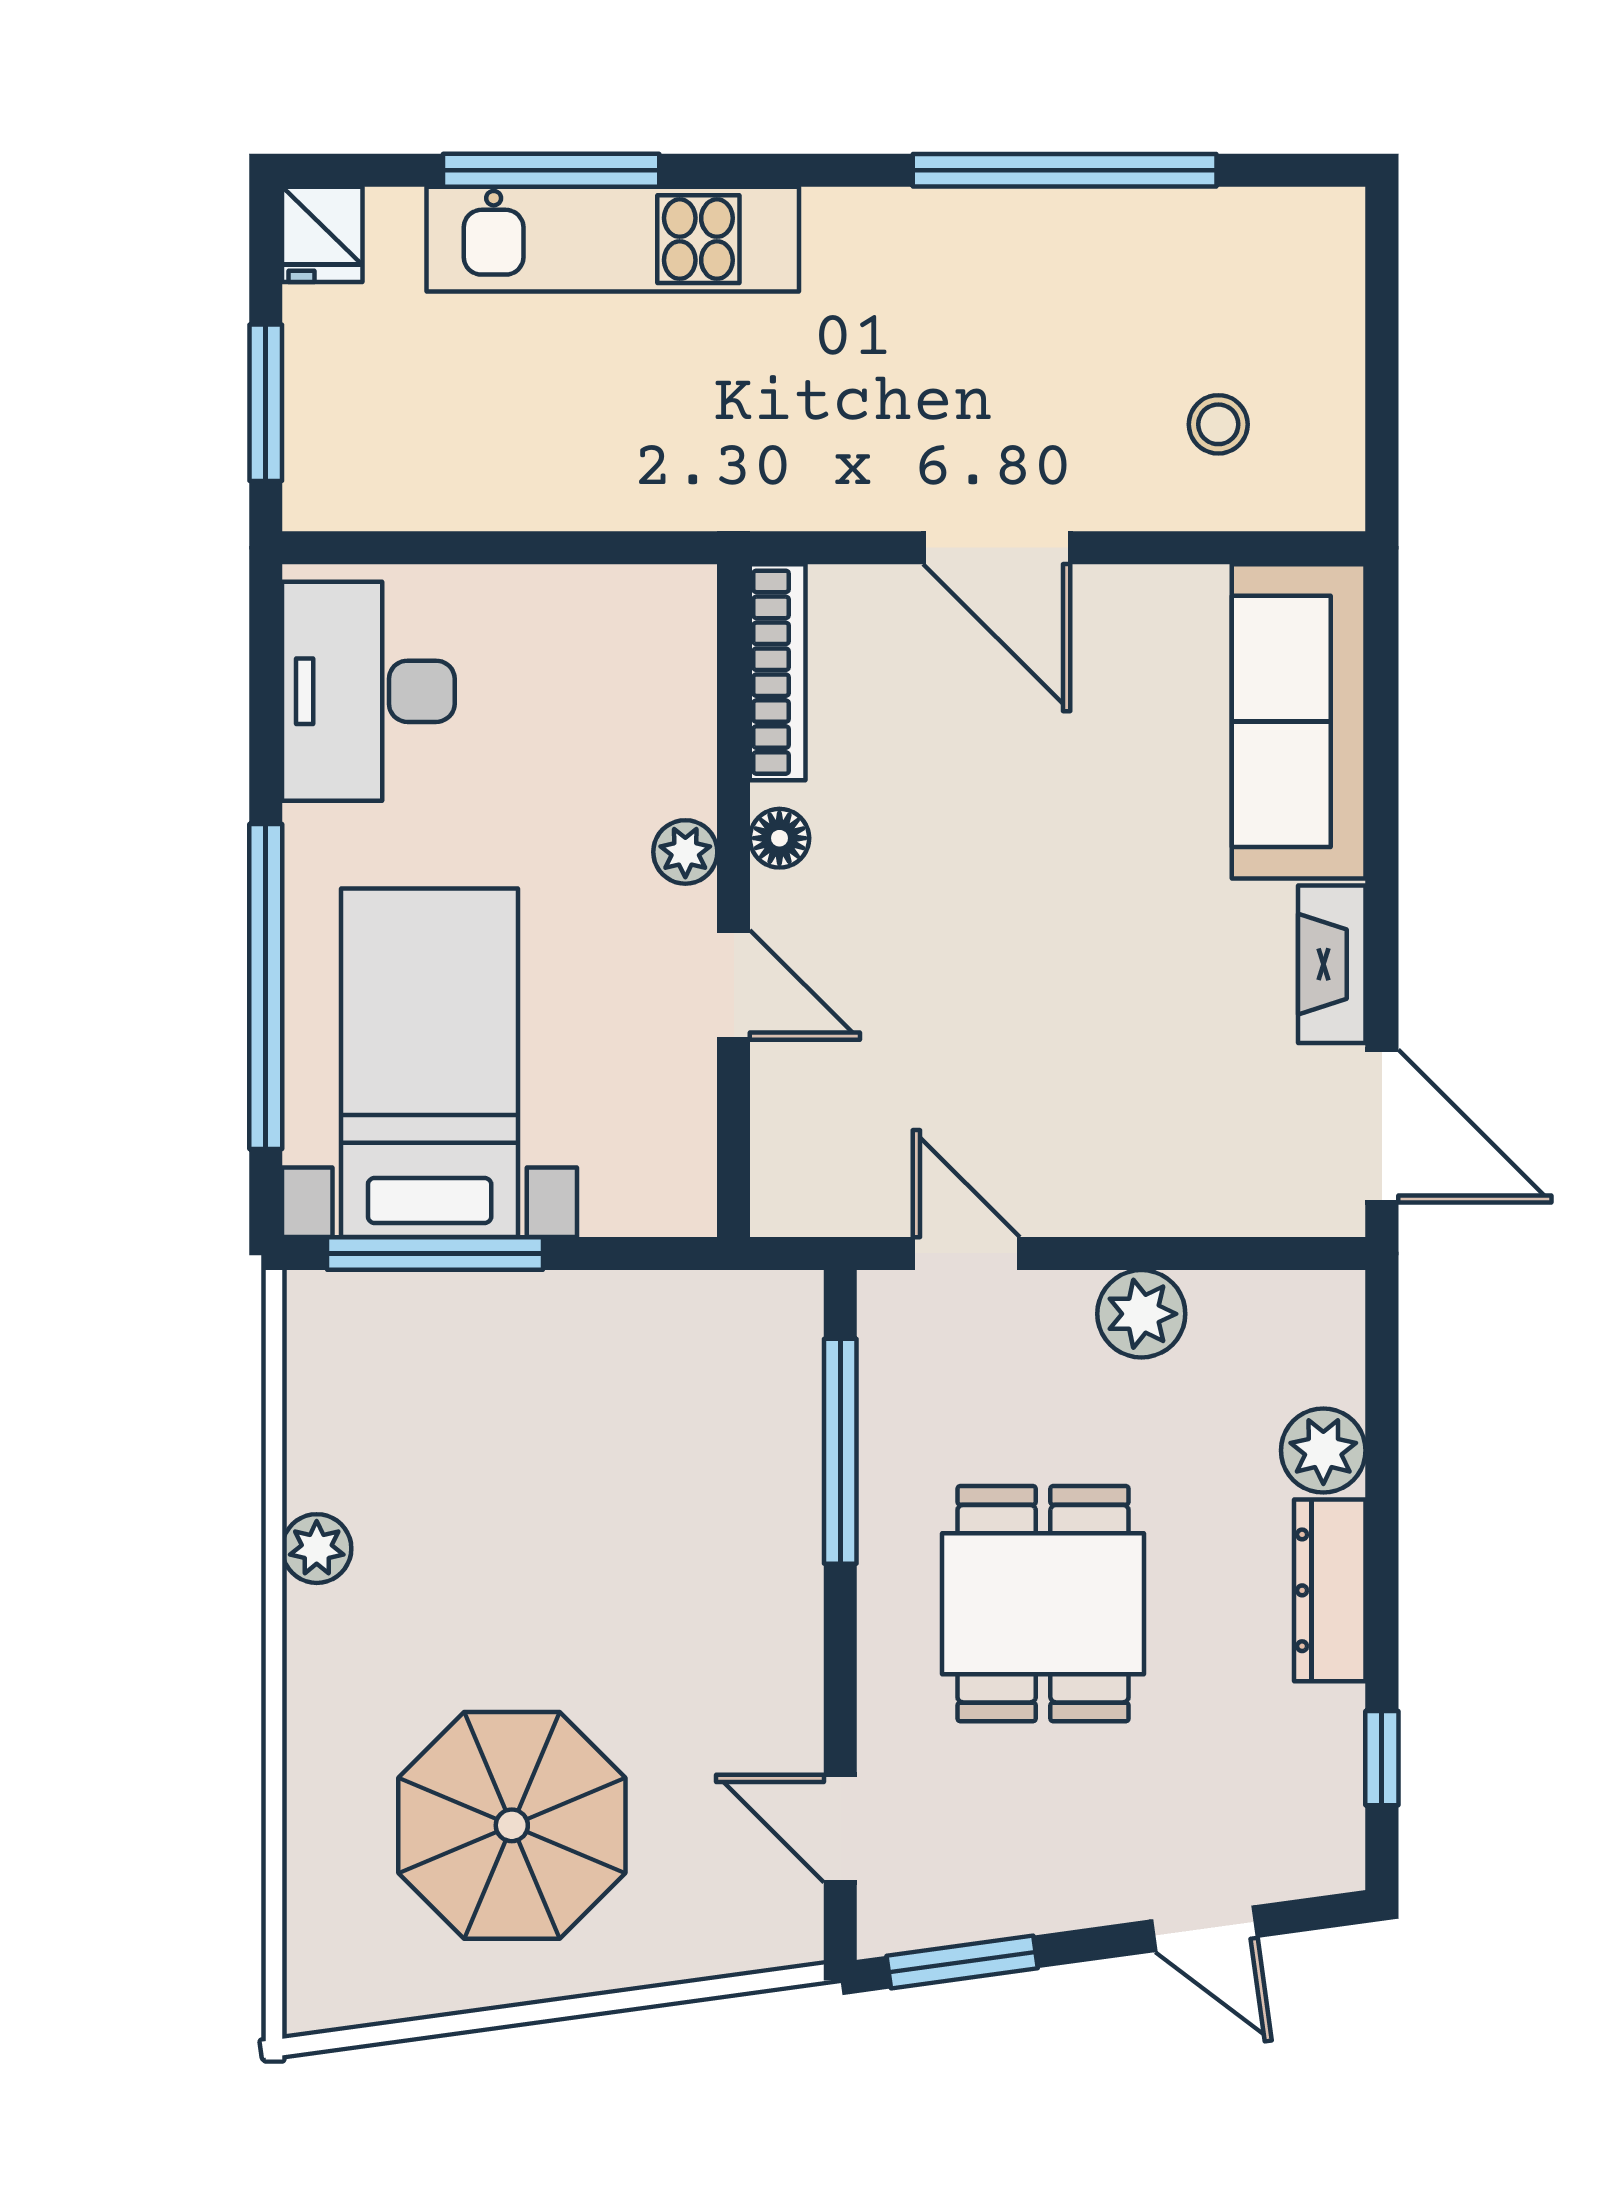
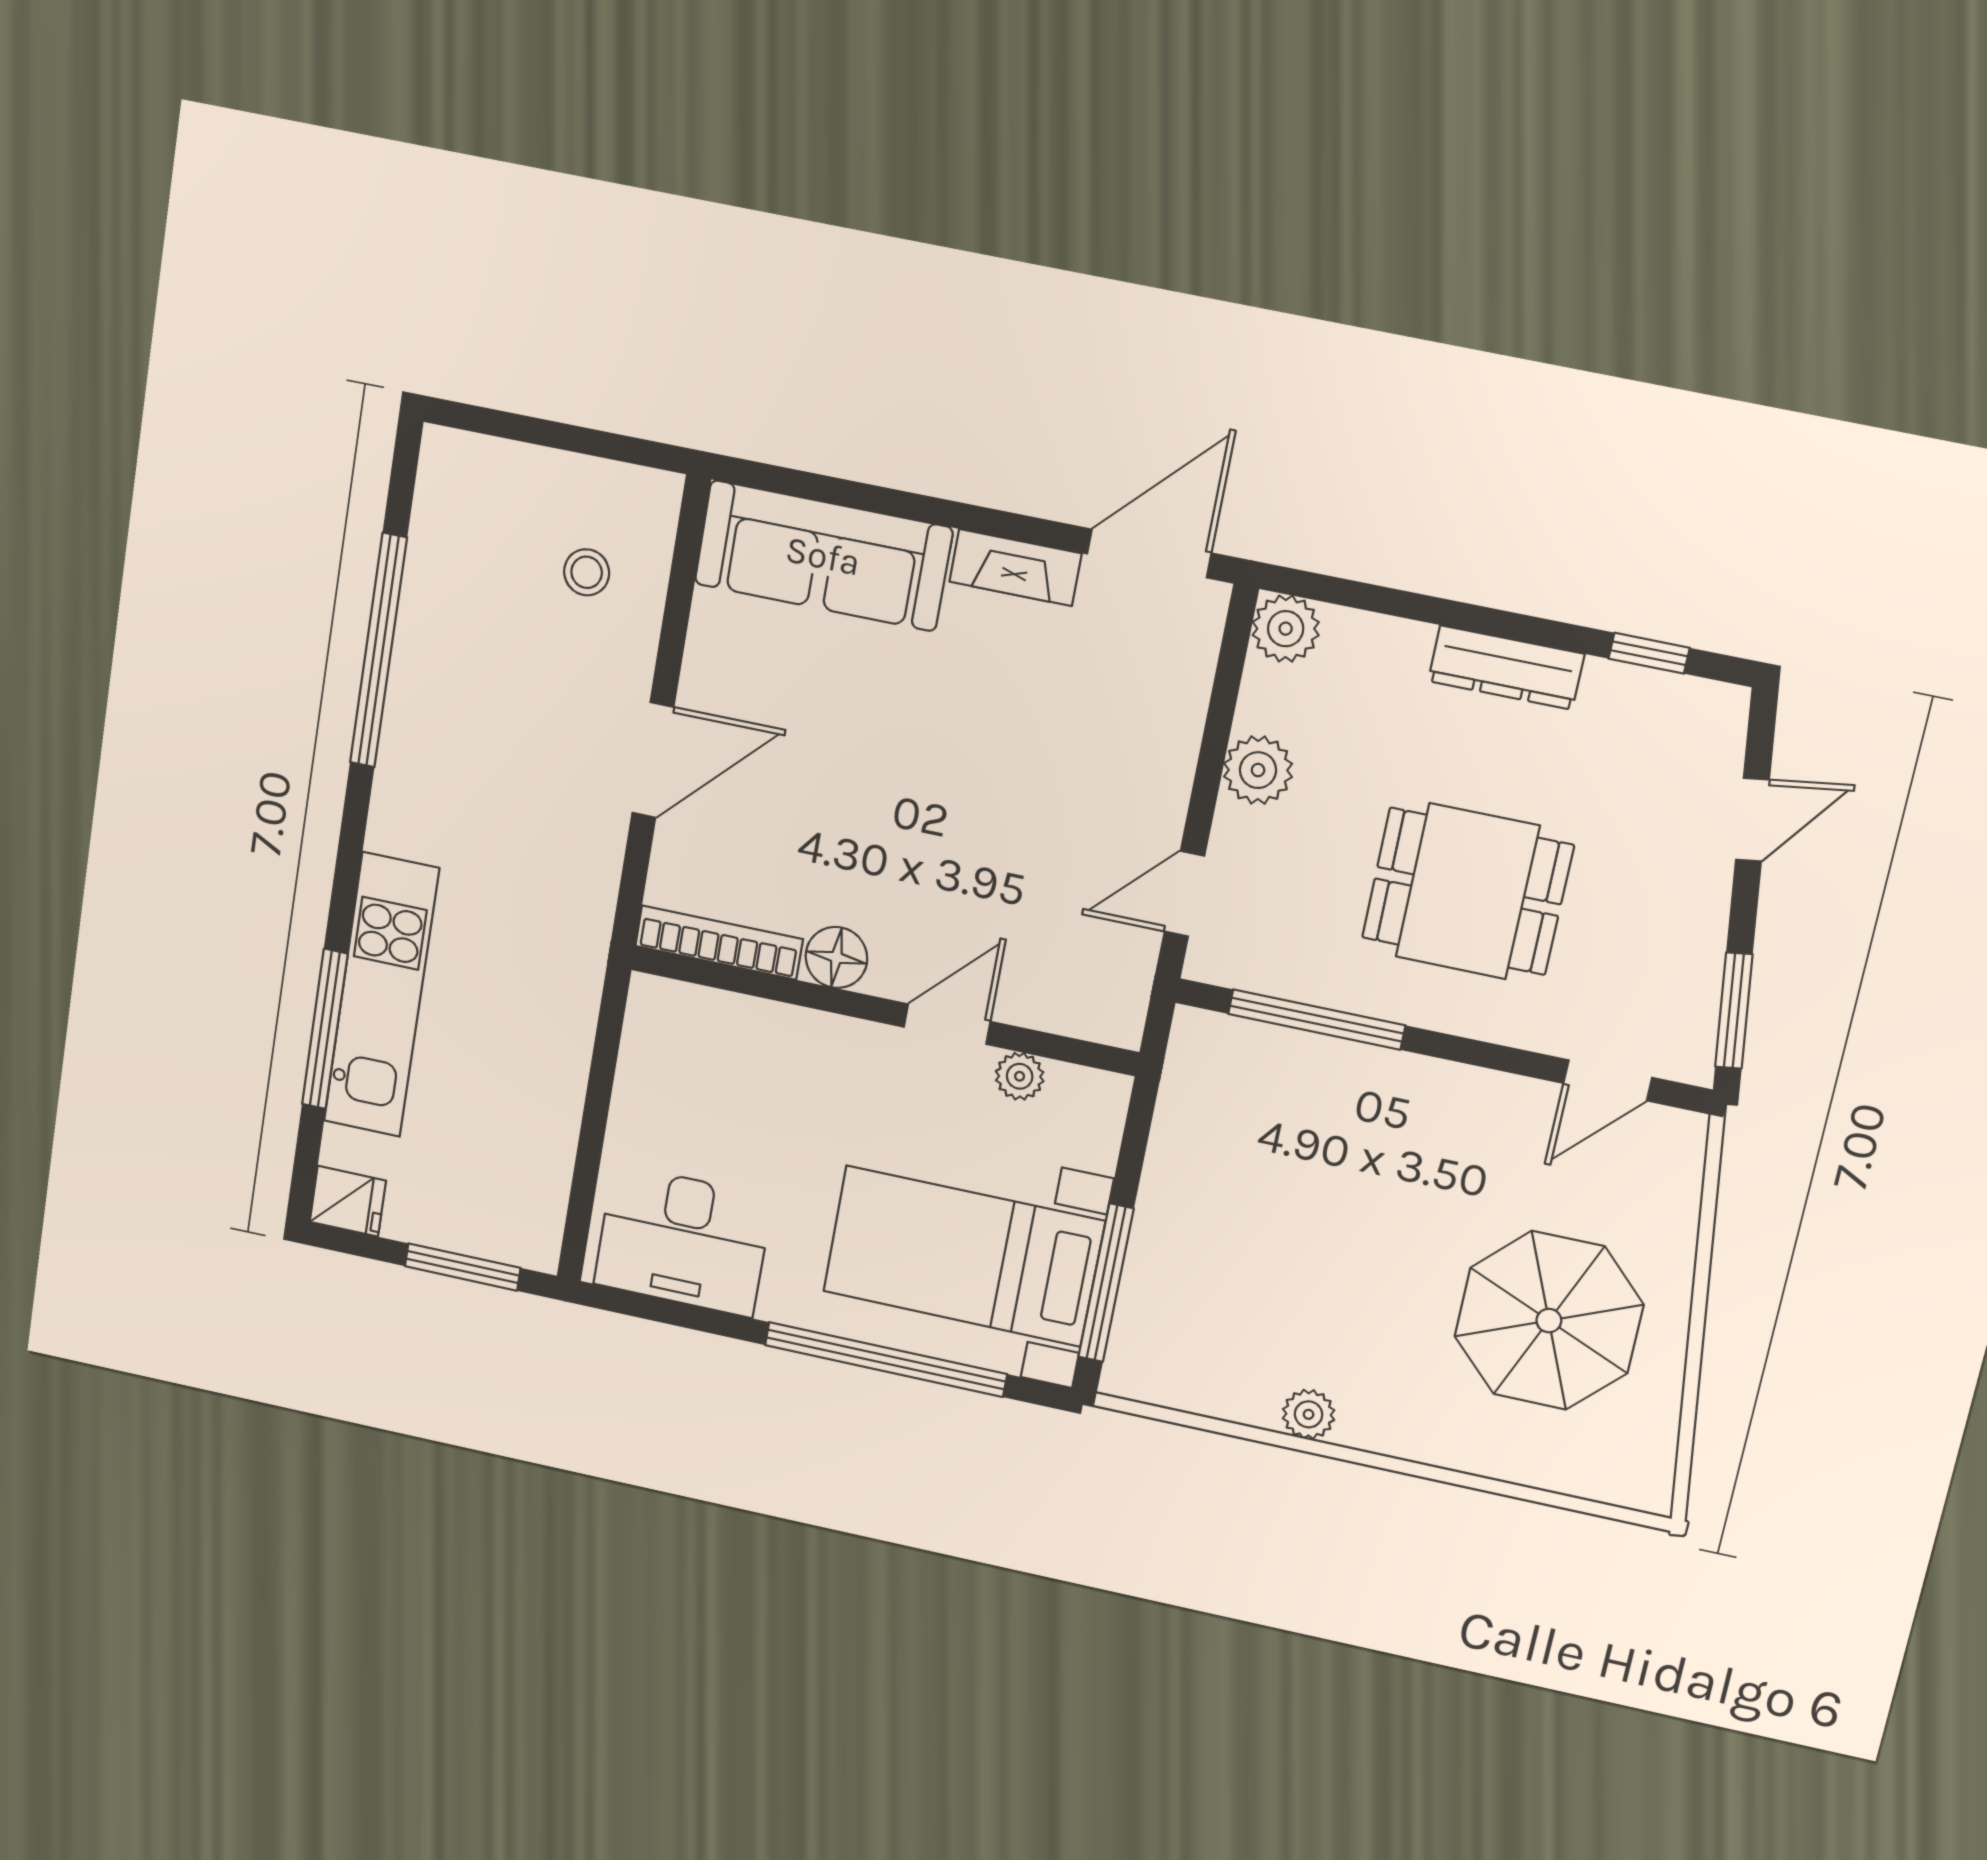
floor lamp: (779, 838) -> (836, 957), width x1.37, depth x1.37
plant: (685, 852) -> (1020, 1076), moved
plant: (1323, 1450) -> (1286, 629), moved

